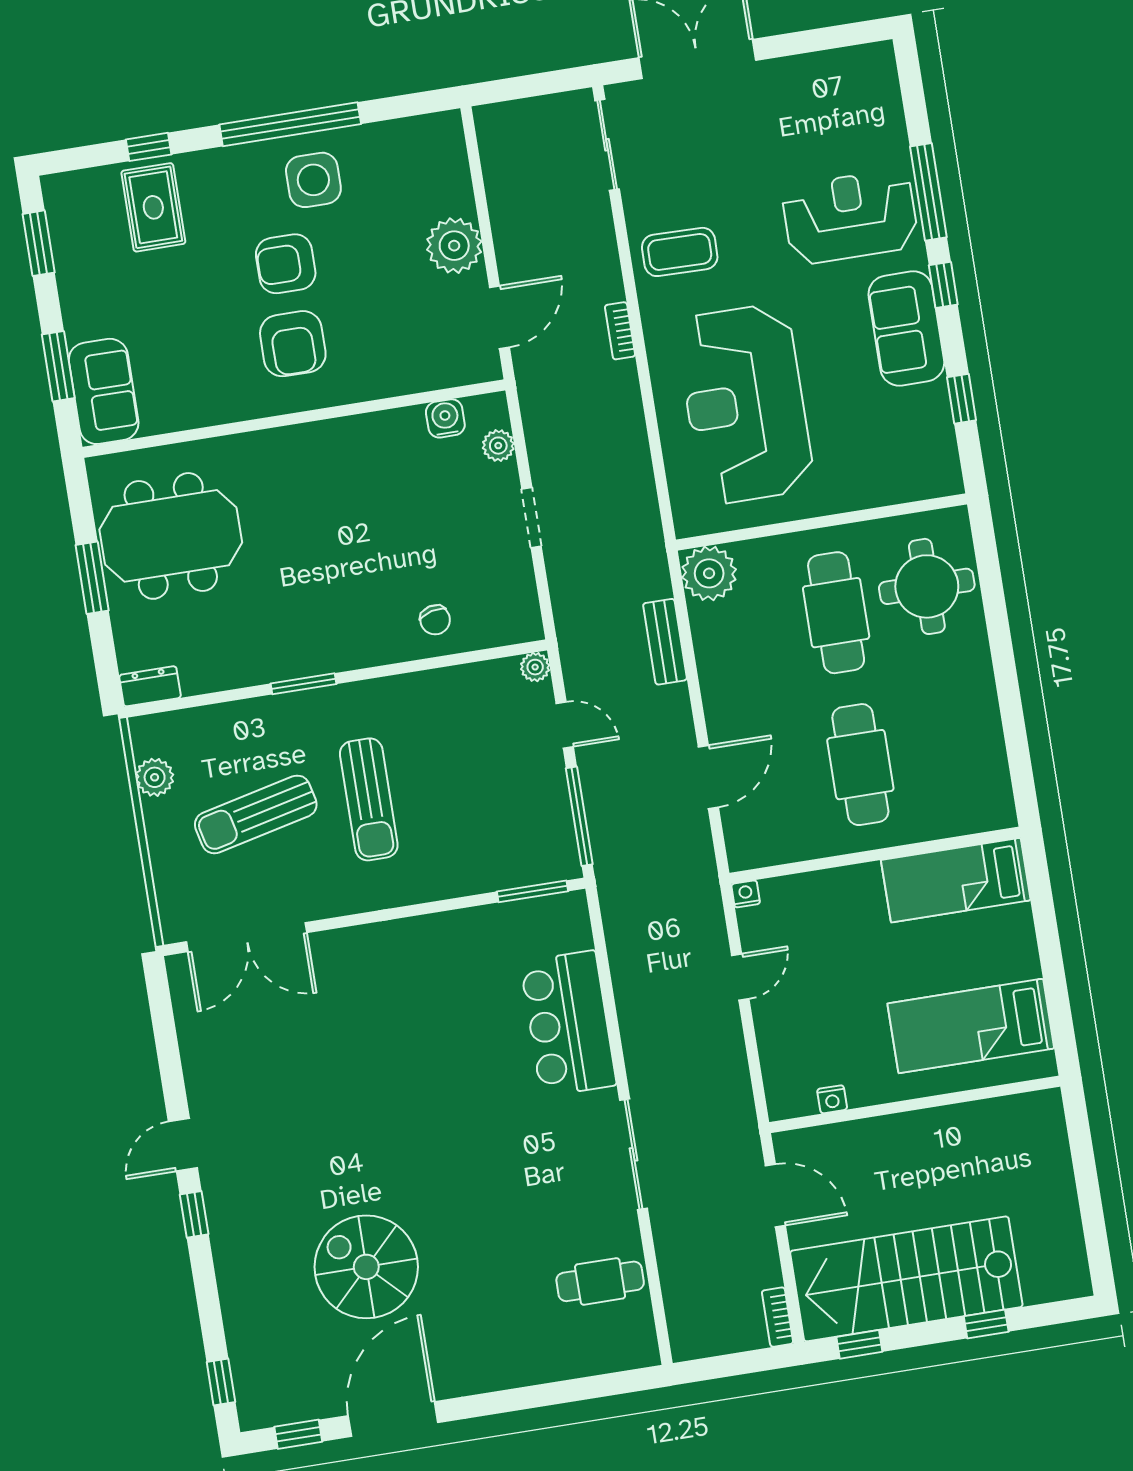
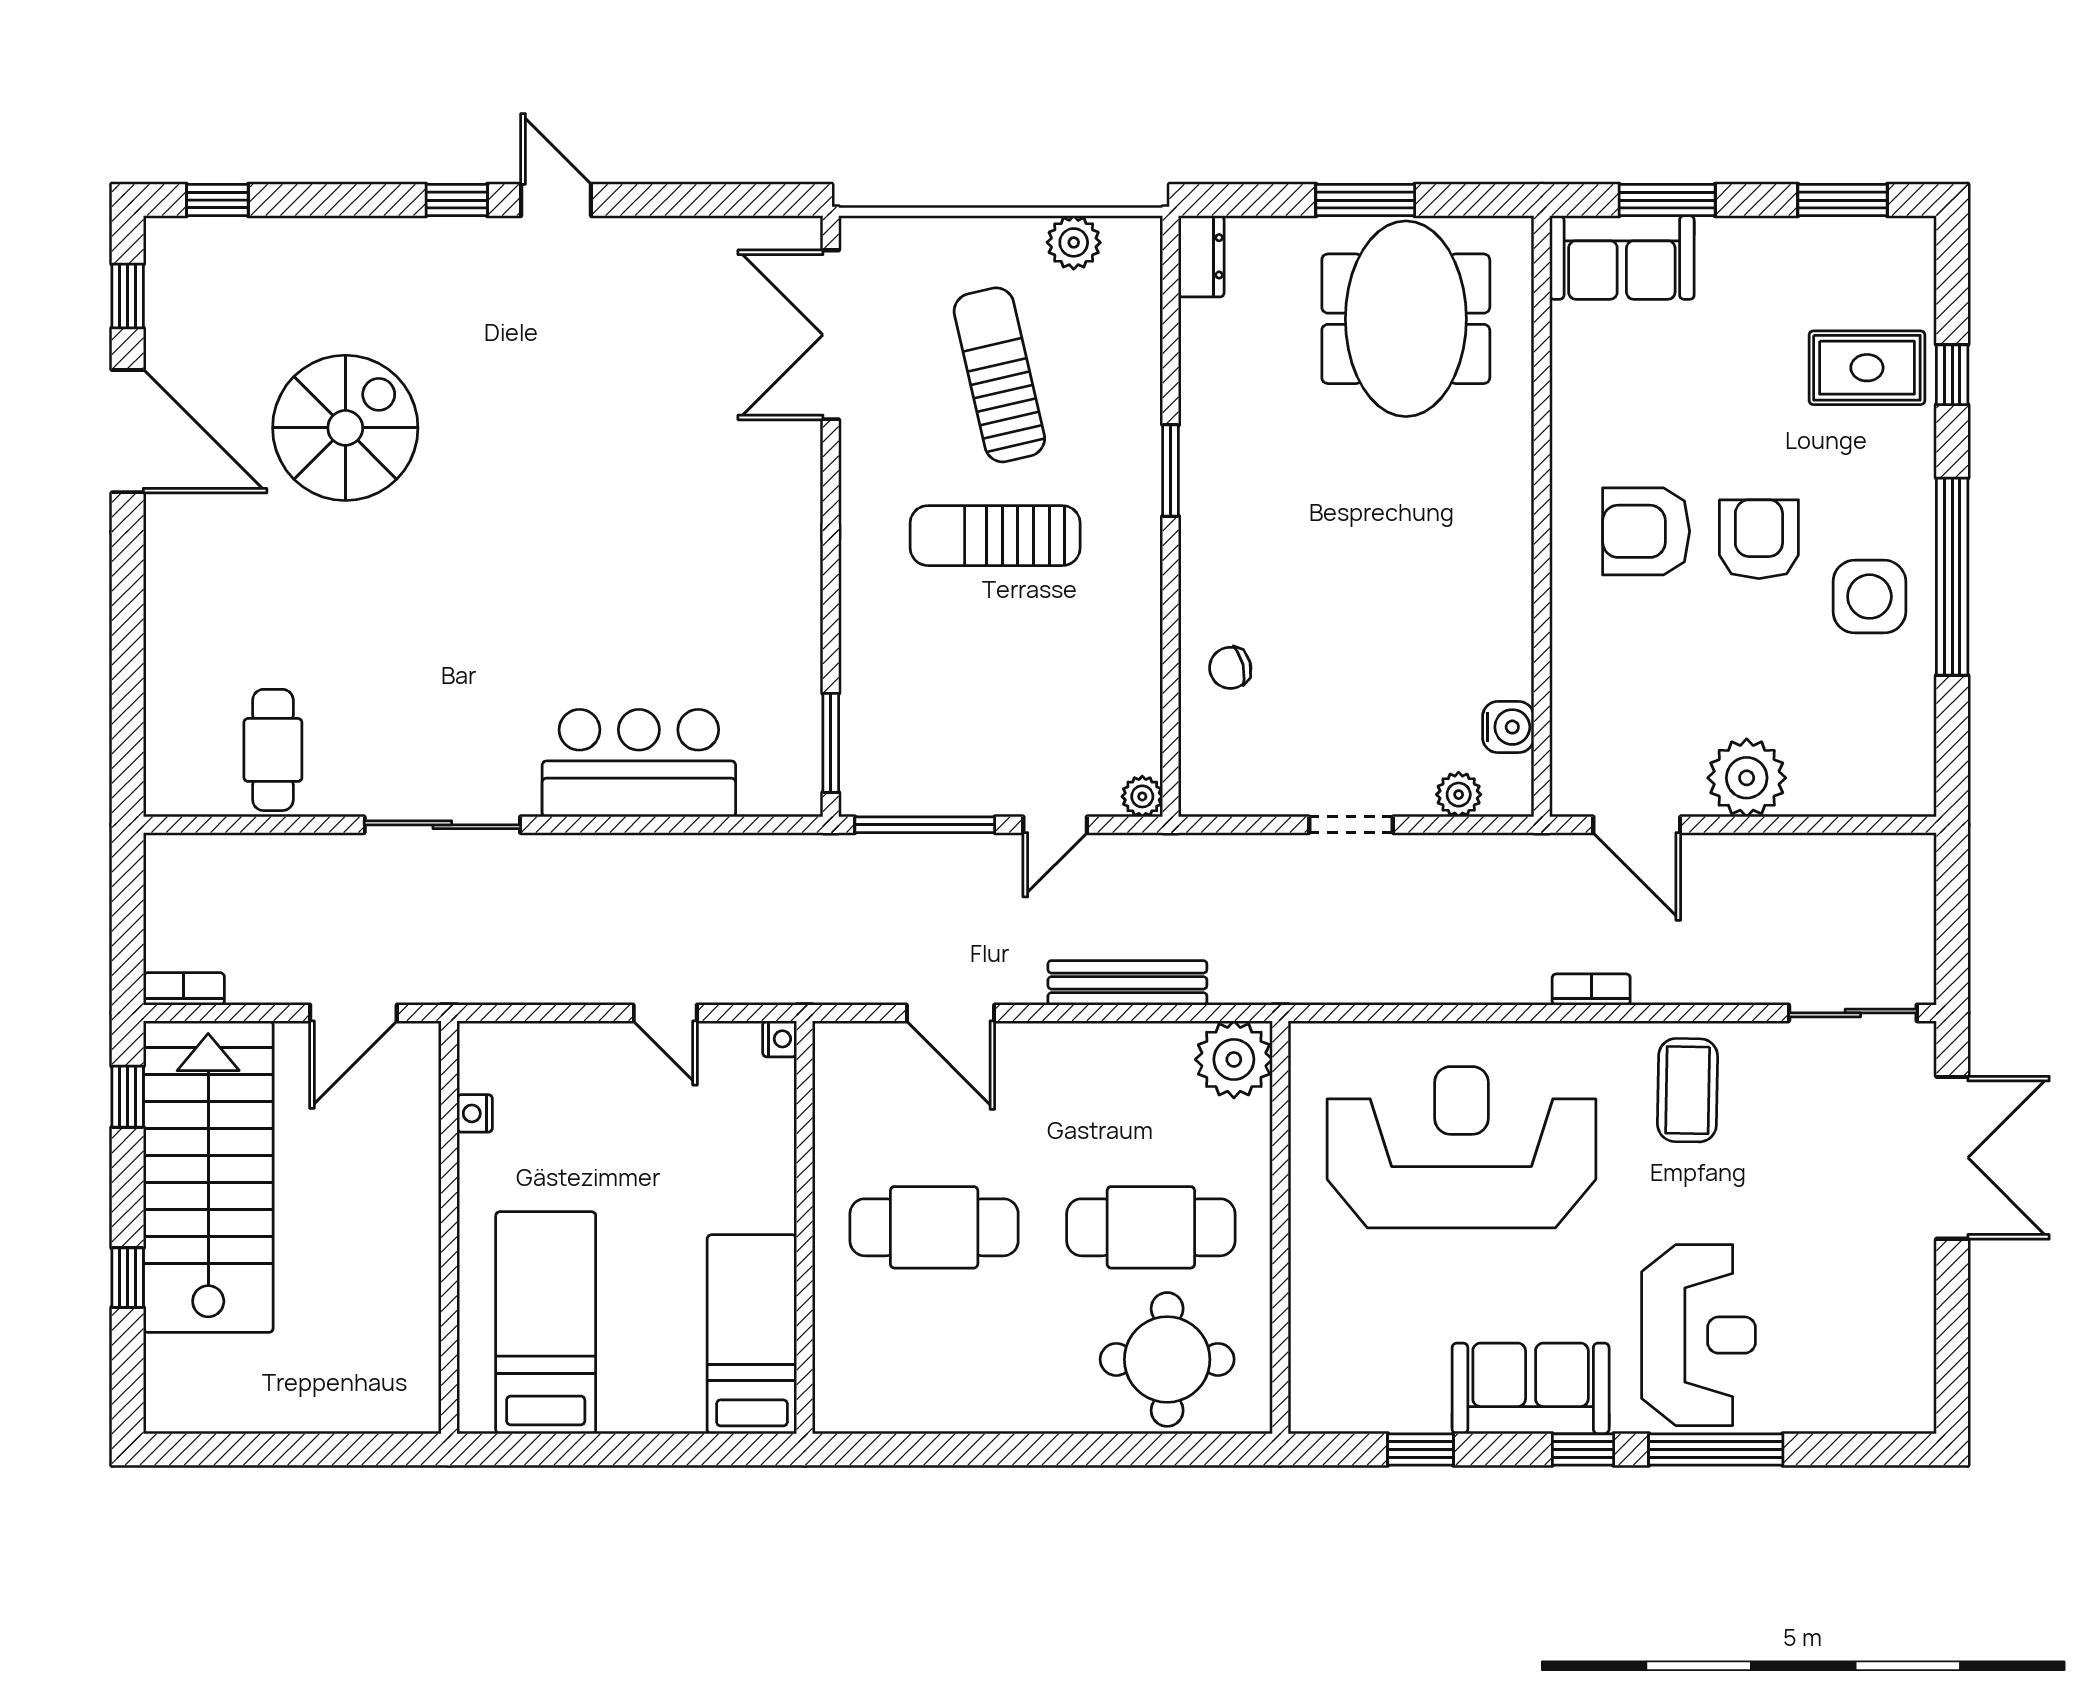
bench: (665, 642) -> (1127, 983), width x1.36

